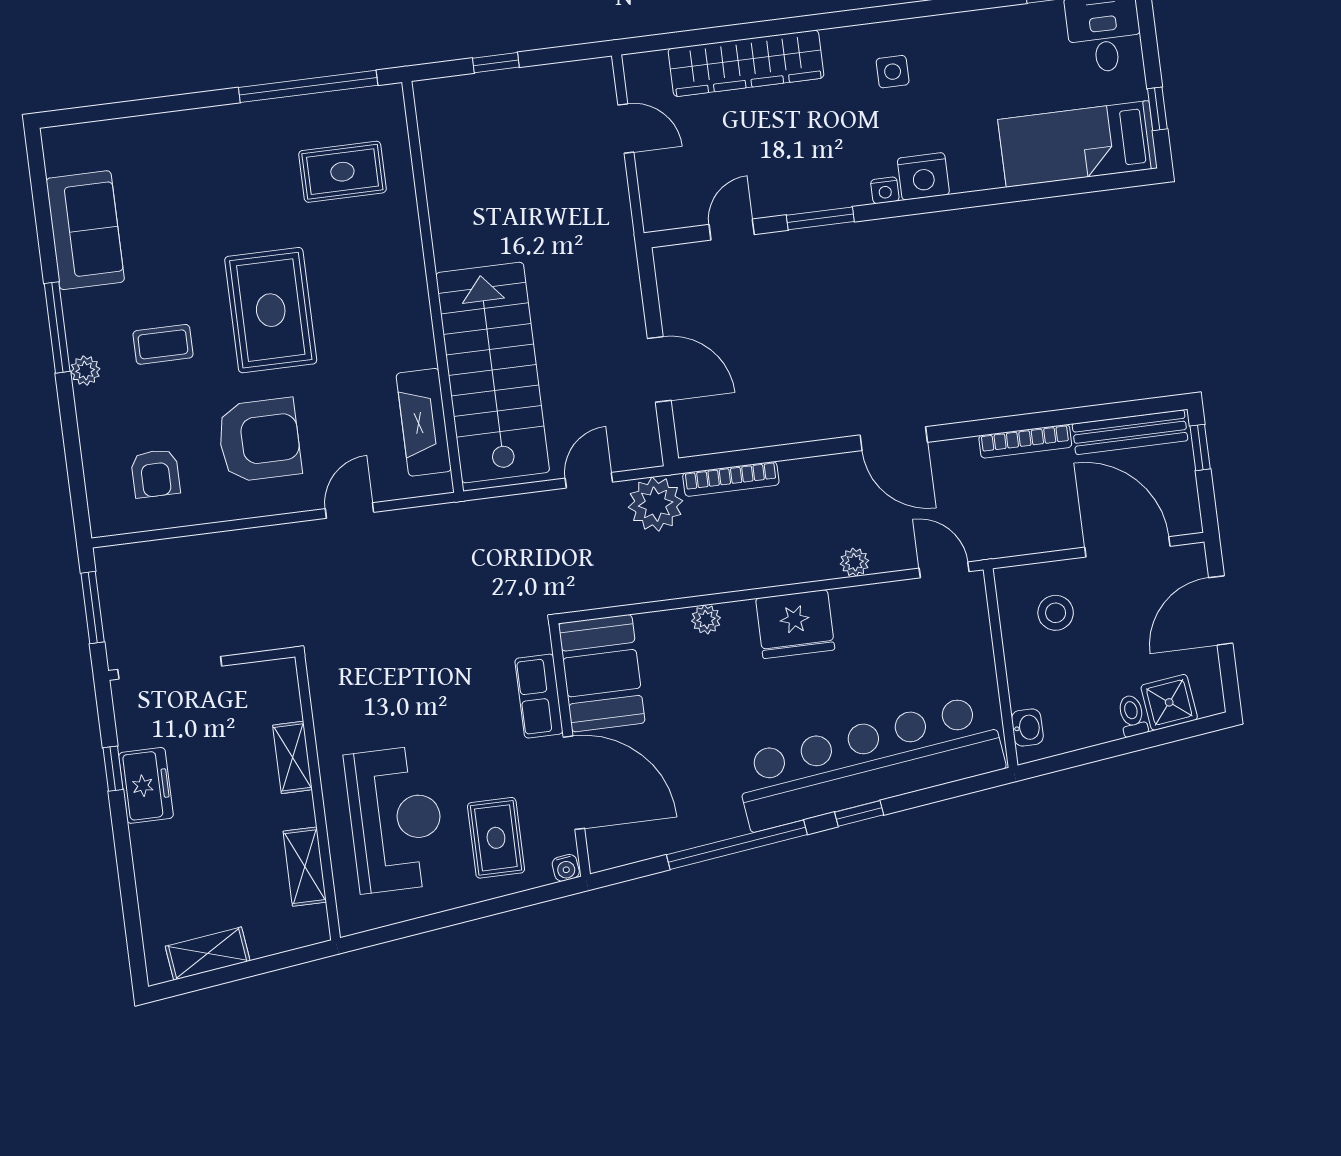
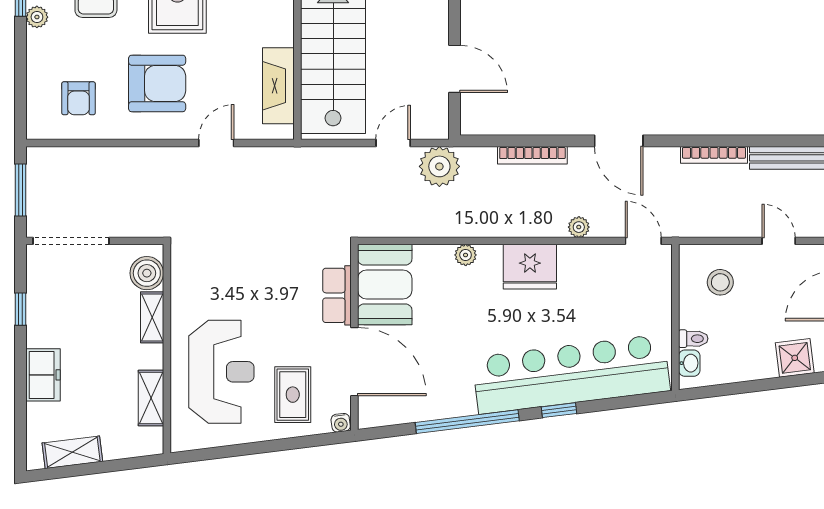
bookcase: (731, 479) -> (532, 155), moved
door: (1127, 547) -> (779, 241), width x0.53
boiler: (278, 698) -> (147, 273), added
toilet: (1132, 716) -> (693, 339), moved, turned 97
freezer: (146, 785) -> (43, 375), moved

